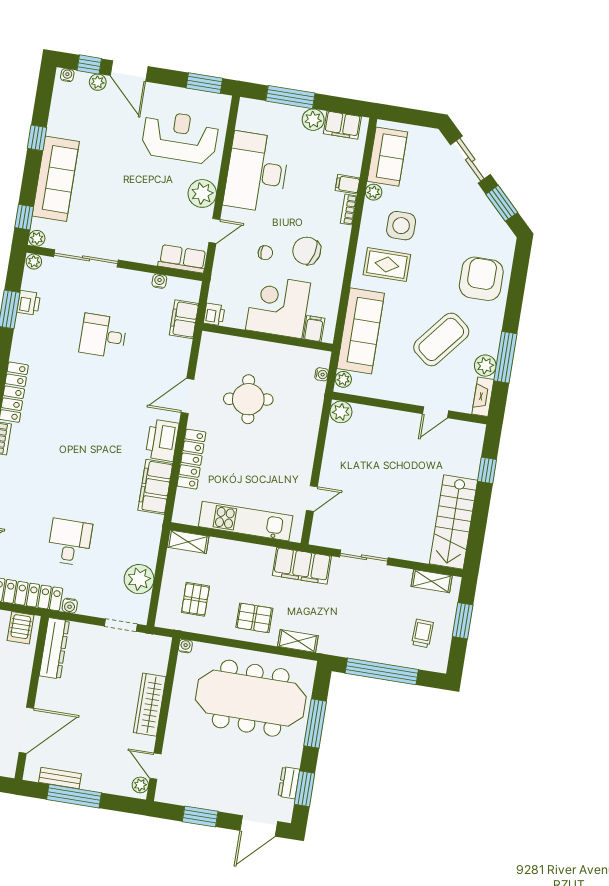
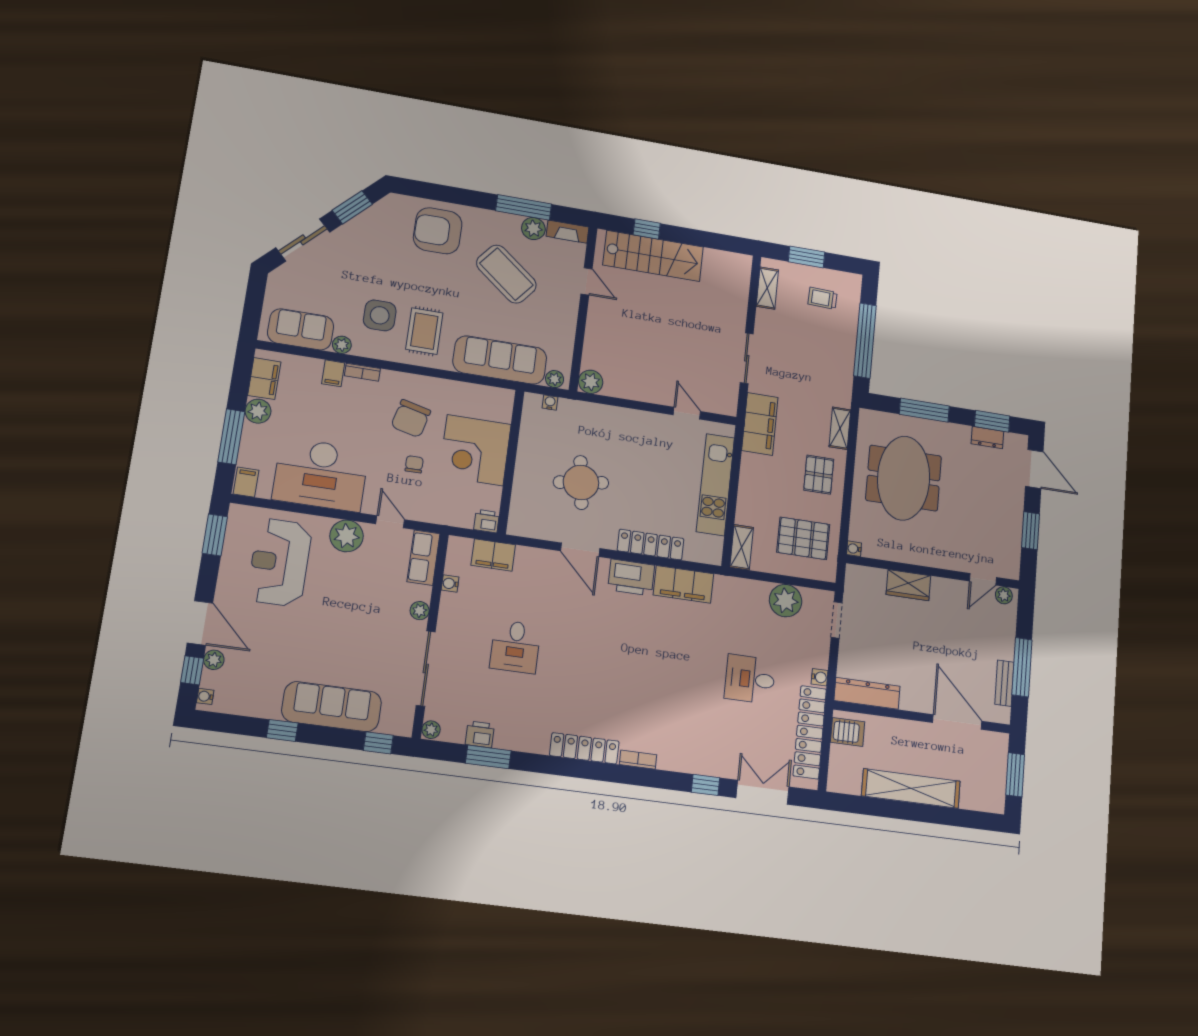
door: (129, 71) -> (200, 623), hinge flipped
plant: (37, 238) -> (420, 611), moved
filing cabinet: (314, 329) -> (246, 482), moved, turned 90
stairs: (453, 522) -> (653, 256), moved
pallet: (195, 599) -> (803, 538), width x1.50, depth x1.42
meeting table: (251, 698) -> (904, 478), width x0.73
wardrobe: (150, 705) -> (908, 585), width x0.67

